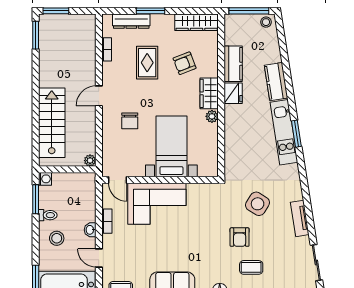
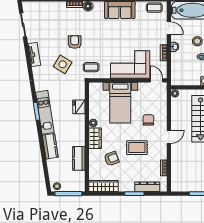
rug: (147, 63) -> (137, 148), moved, turned 90
fridge: (233, 93) -> (79, 107), moved
coffee table: (251, 267) -> (91, 67), moved

